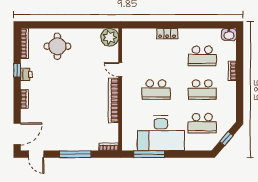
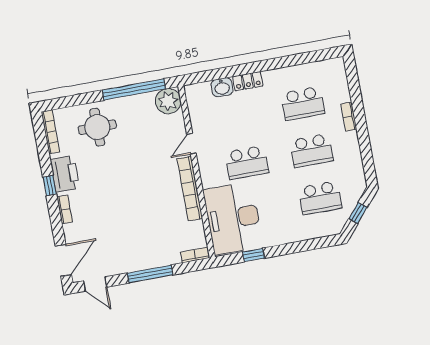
window: (87, 25) -> (134, 89), added
washbasin: (229, 35) -> (222, 87), moved
window: (17, 70) -> (50, 186), moved
door: (120, 70) -> (191, 144), hinge flipped
printer: (26, 74) -> (65, 174), width x1.87, depth x1.48
desk: (161, 133) -> (233, 218), moved, turned 90
window: (149, 154) -> (254, 255), width x0.46

